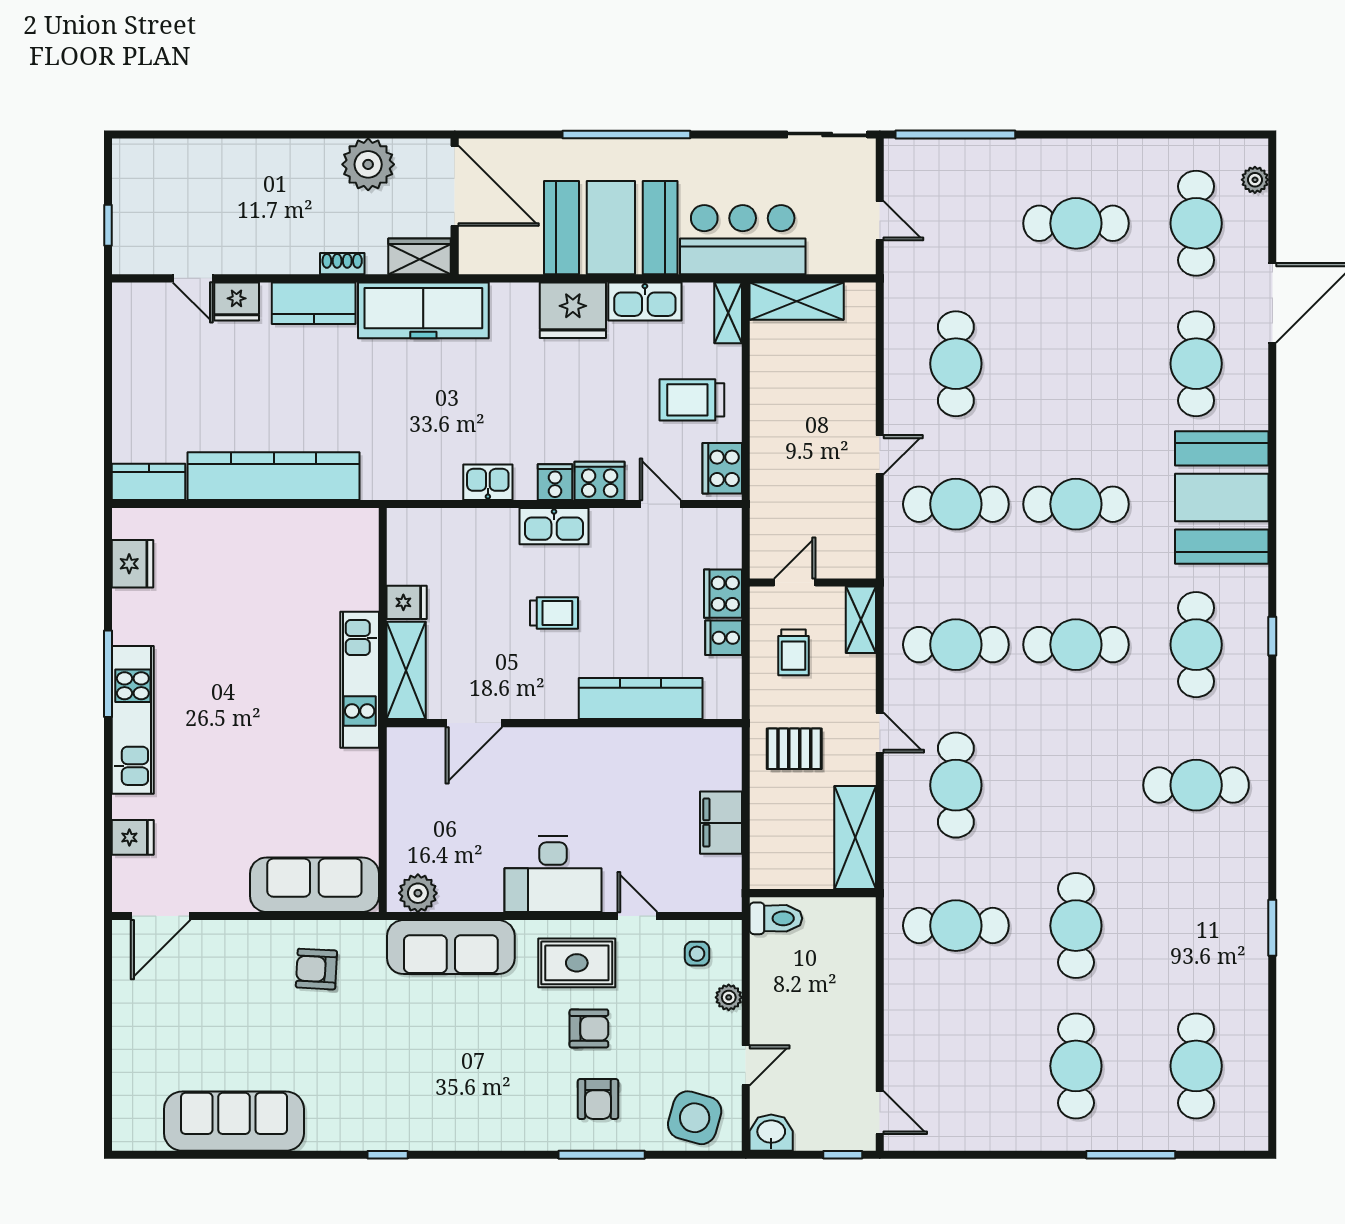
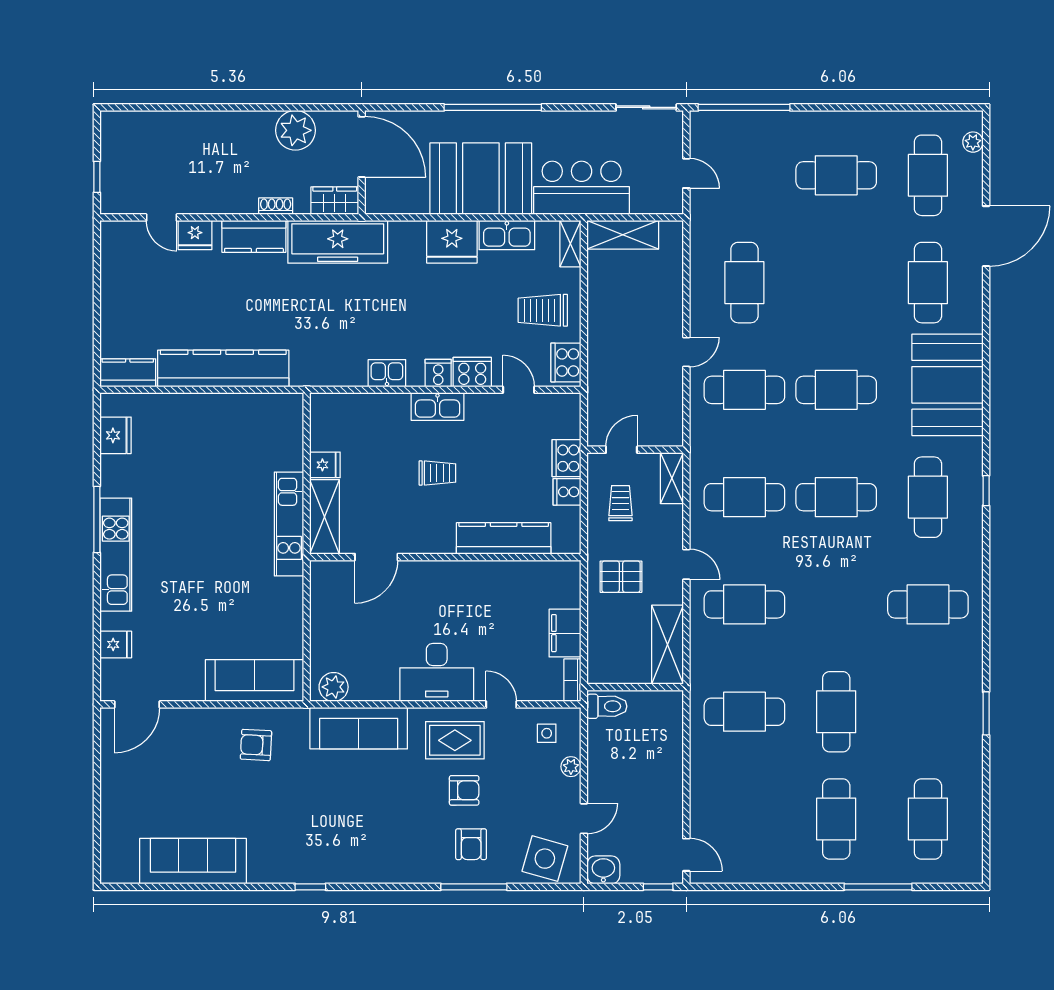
trolley: (794, 652) -> (620, 503), turned 180
cafe table: (956, 785) -> (744, 604), turned 90
bookcase: (731, 884) -> (572, 680), added

